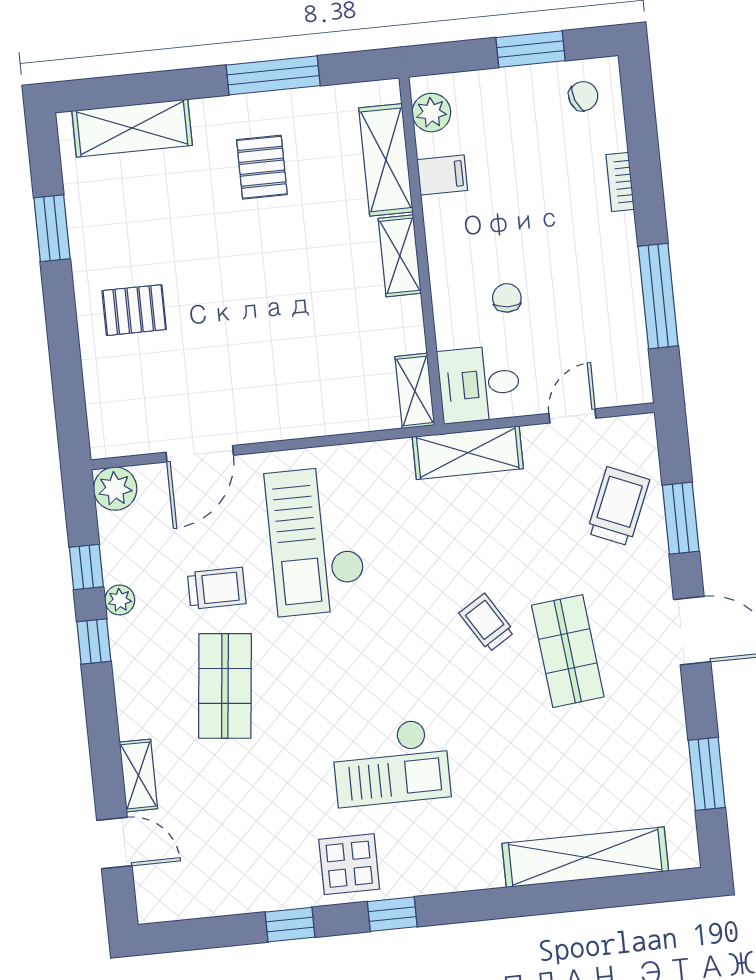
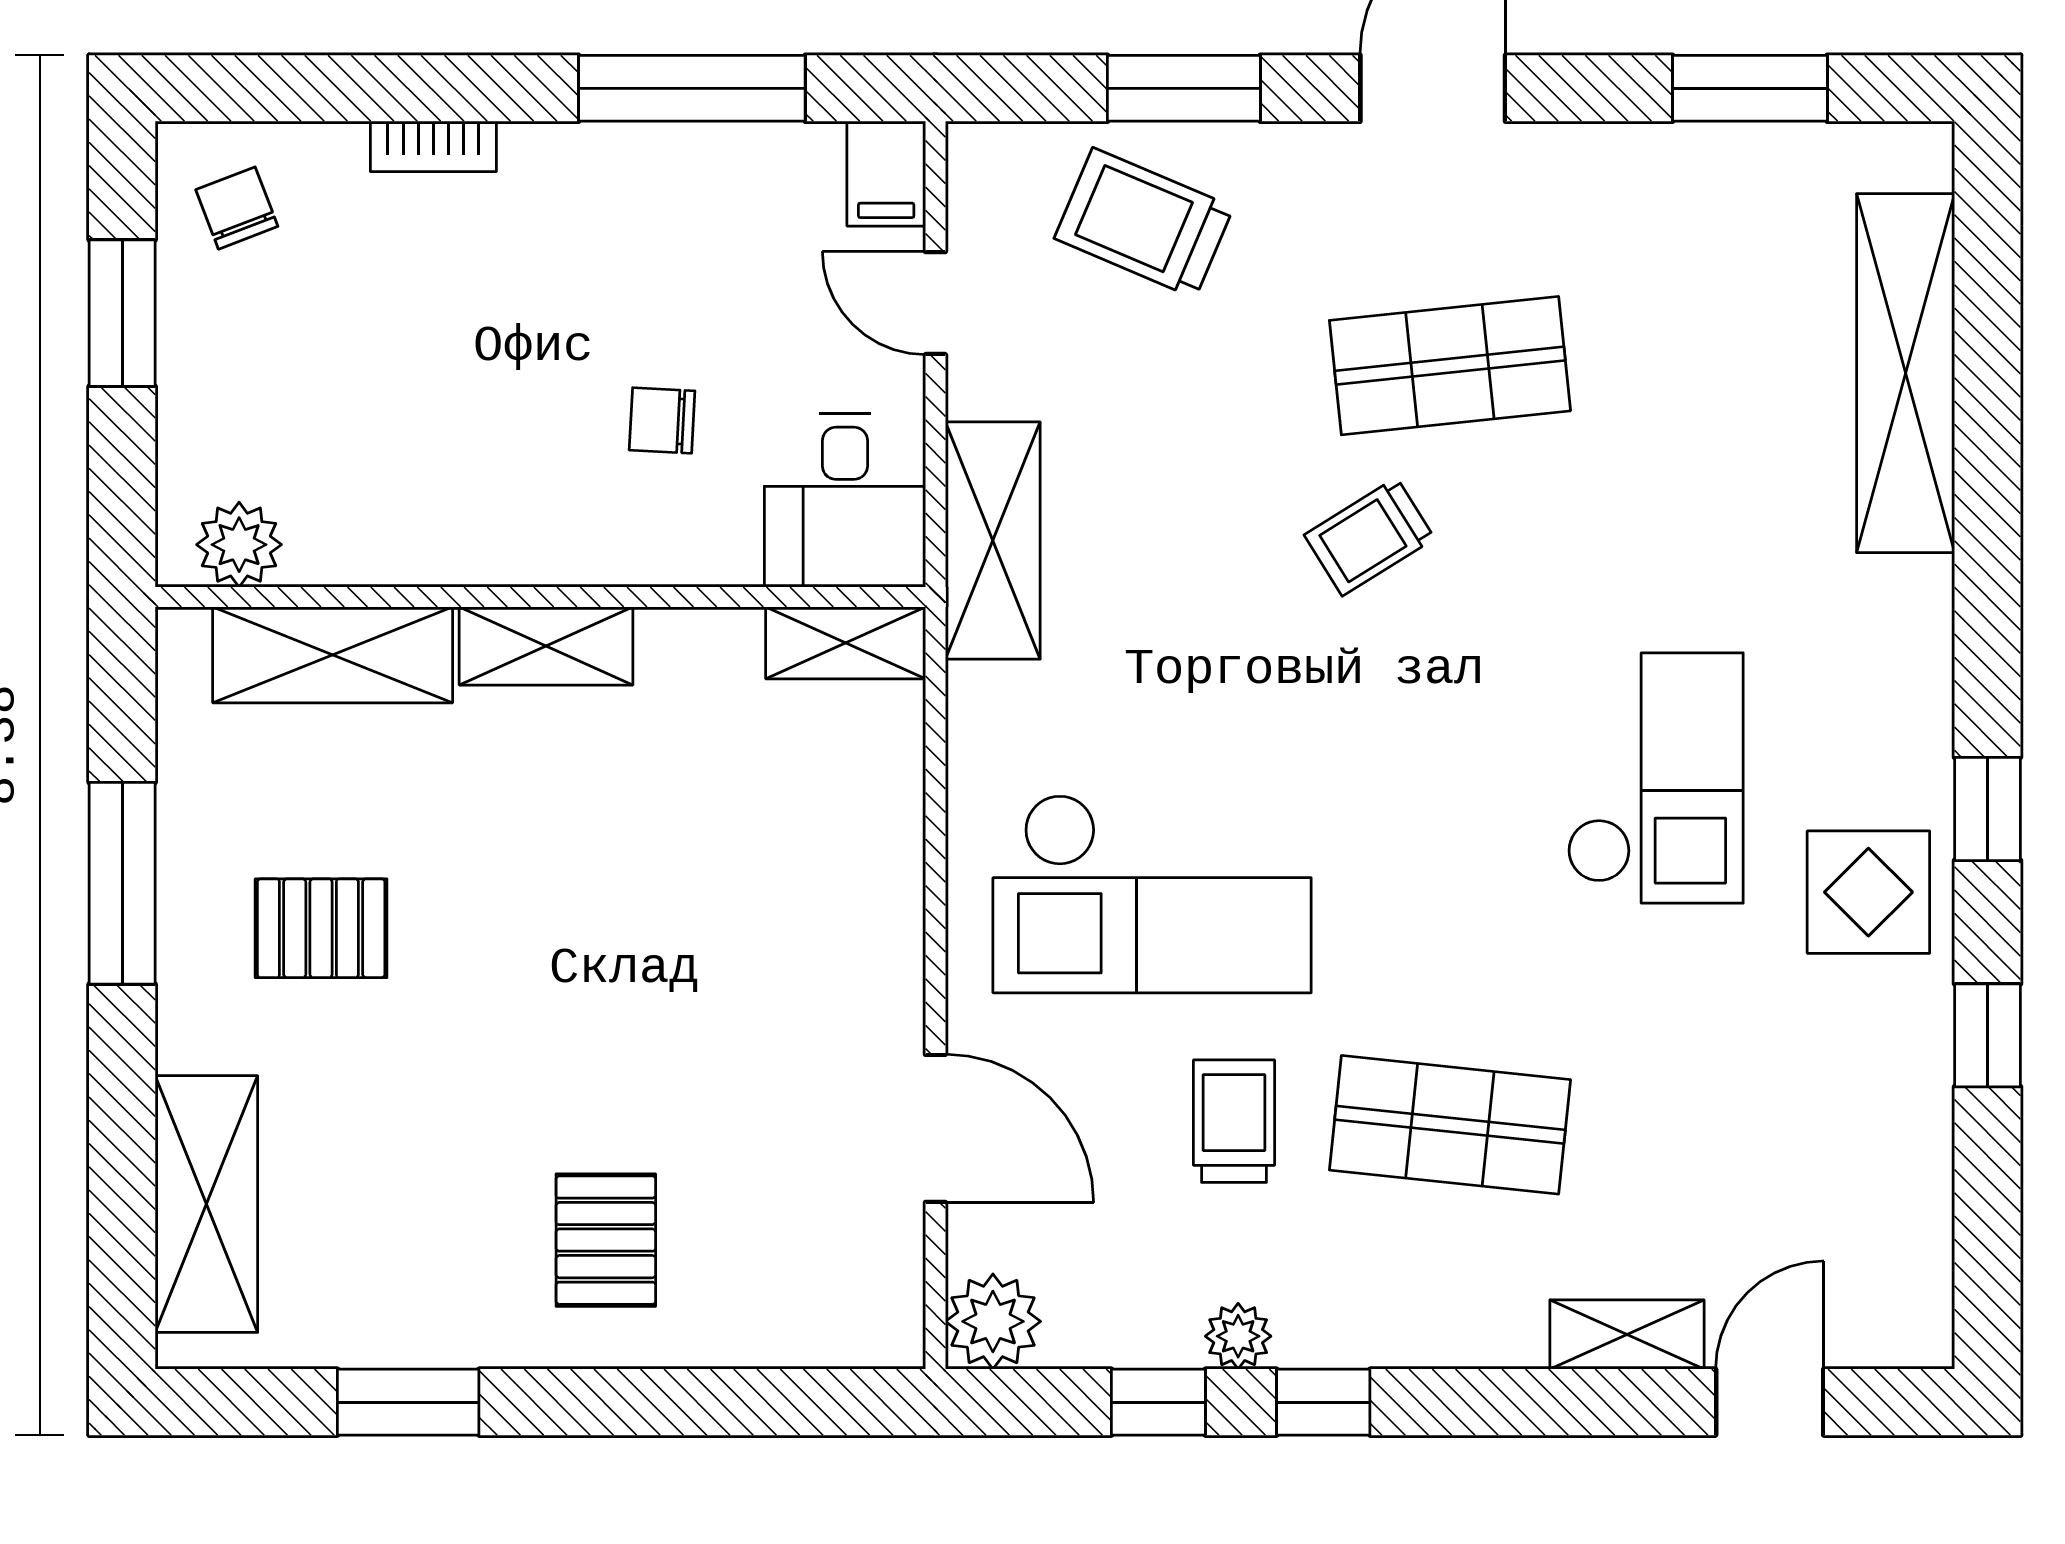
filing cabinet: (442, 175) -> (886, 174), moved, turned 180

